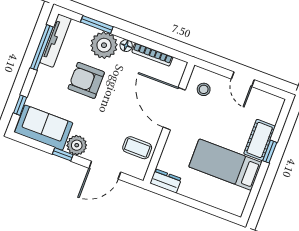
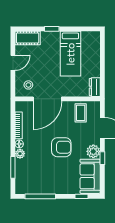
tv unit: (56, 41) -> (33, 189), removed
plant: (104, 45) -> (20, 154), width x0.53, depth x0.53
armchair: (86, 80) -> (61, 147), moved, turned -90
cot: (260, 140) -> (28, 38), moved

